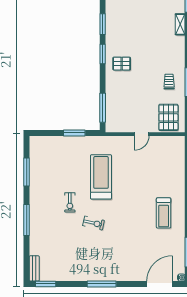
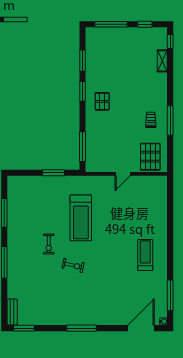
pallet: (122, 64) -> (102, 101), turned 90
treadmill: (101, 177) -> (81, 218), turned 180
treadmill: (164, 213) -> (145, 255), turned 180

